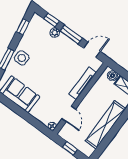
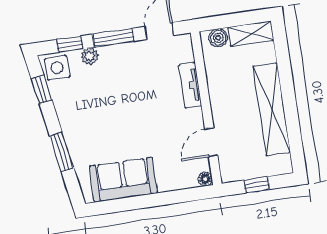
side table: (22, 58) -> (57, 68), moved
tv unit: (83, 83) -> (190, 85), width x0.71
door: (69, 114) -> (211, 142), swing flipped

